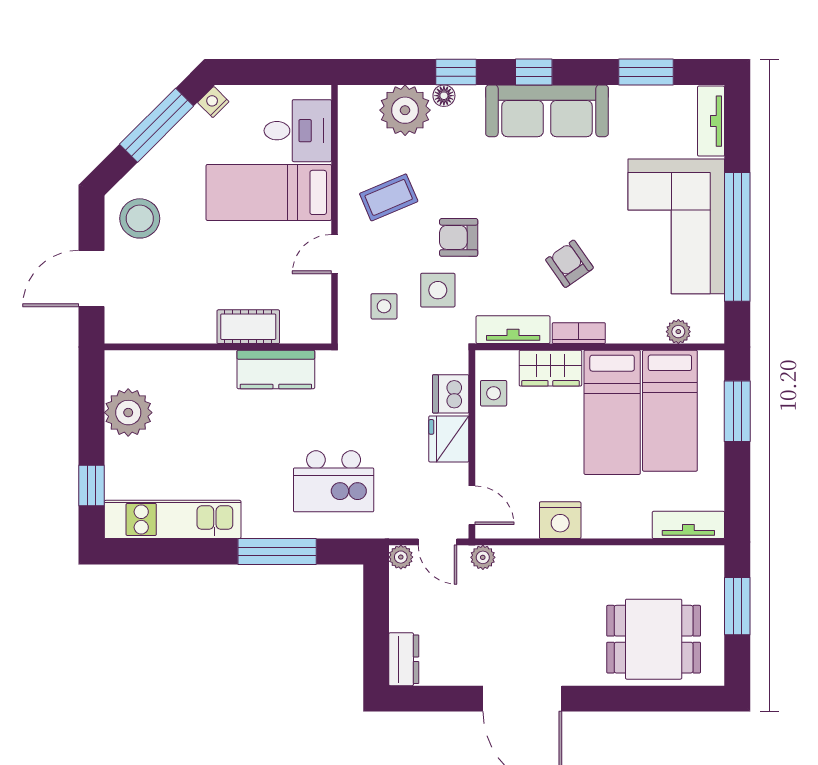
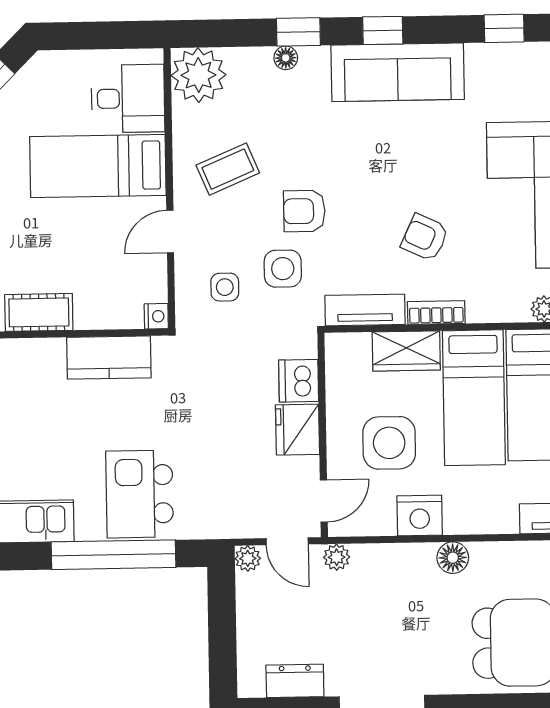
window: (646, 72) -> (504, 28), width x0.67
nightstand: (213, 102) -> (156, 316), moved, turned 135
plant: (405, 110) -> (198, 75), moved
armchair: (569, 264) -> (425, 238), turned -30
cot: (248, 327) -> (39, 312), moved
side table: (494, 393) -> (389, 443), moved, width x1.87, depth x1.87
kitchen island: (334, 481) -> (140, 494), moved, turned 90
door: (472, 505) -> (324, 501), hinge flipped
window: (277, 551) -> (114, 555), width x1.46
floor lamp: (590, 560) -> (453, 558), added
dresser: (404, 659) -> (295, 681), moved, turned -90

